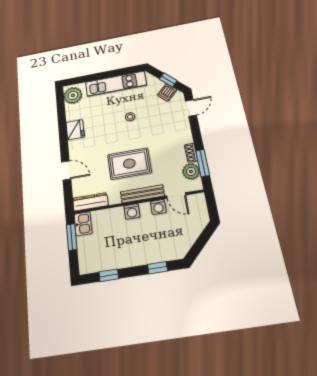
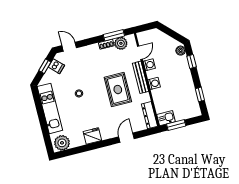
boiler: (175, 253) -> (181, 51), added

